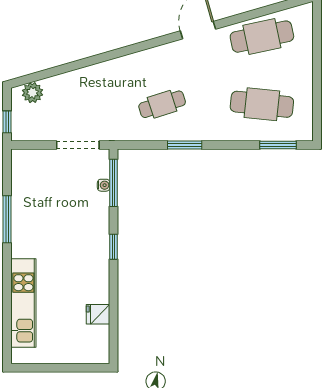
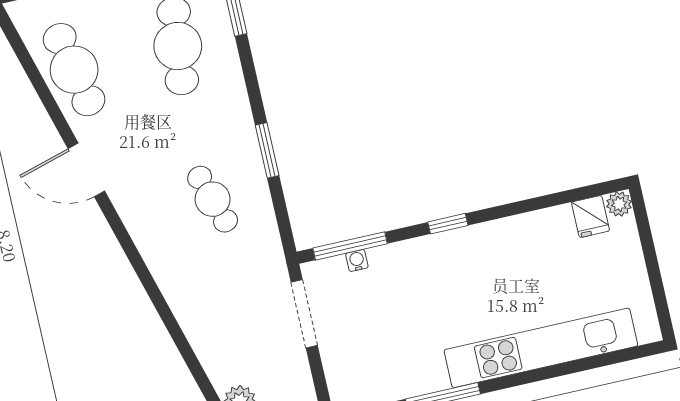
kitchen unit: (23, 303) -> (541, 348), width x1.36
fridge: (98, 314) -> (591, 216), moved
plant: (102, 356) -> (619, 204), added

